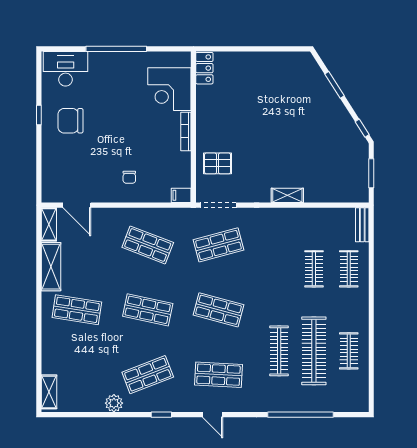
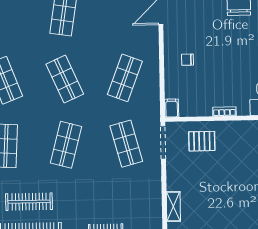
bookcase: (186, 131) -> (224, 111), width x0.64
pallet: (218, 163) -> (202, 141), turned 90
shop shelf: (148, 310) -> (65, 79), turned -36

